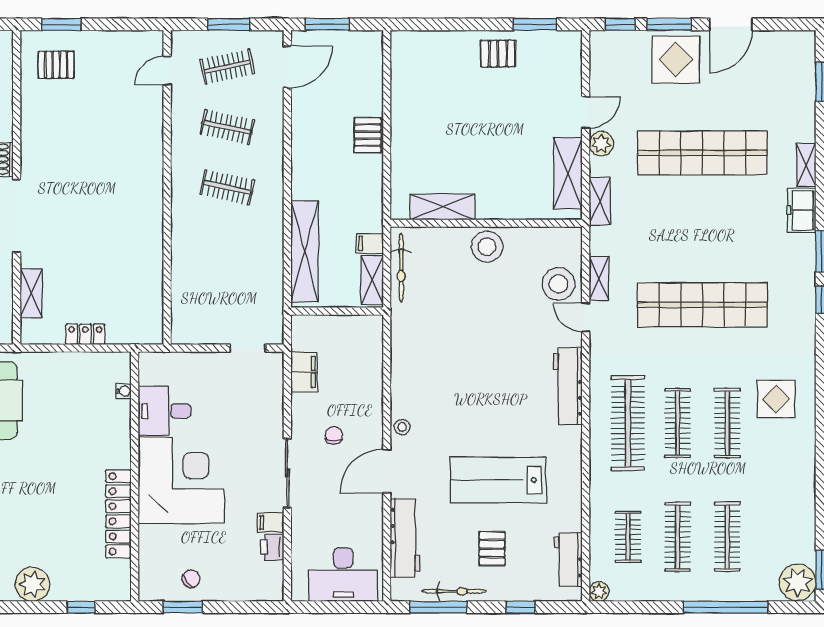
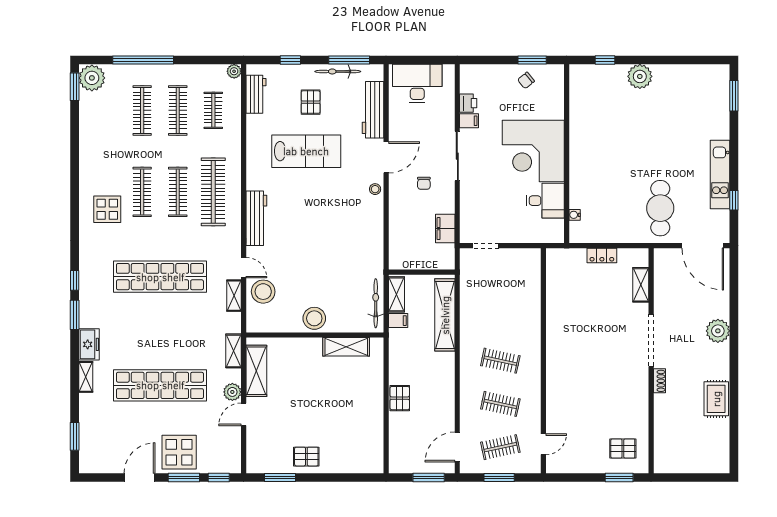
locker: (118, 514) -> (578, 127), removed

